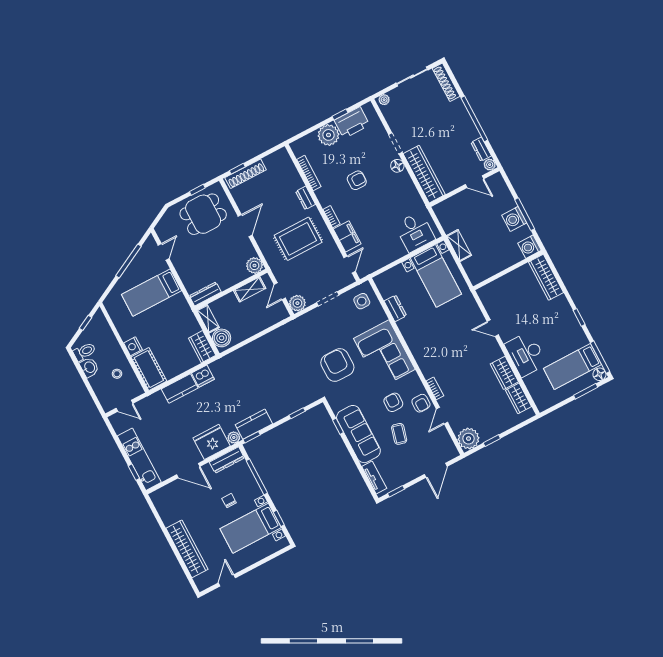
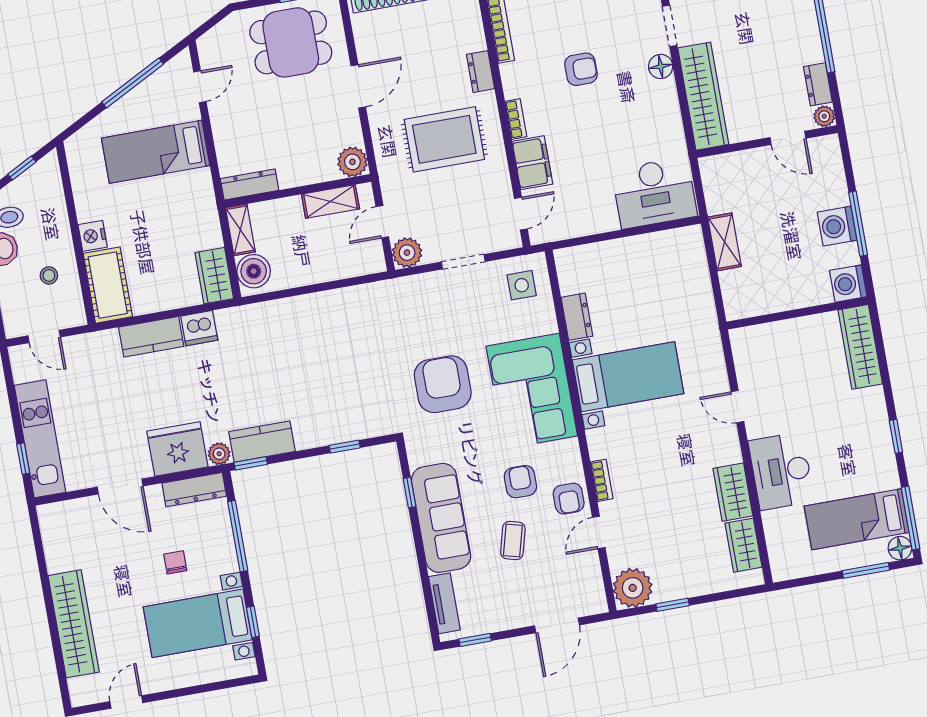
desk: (415, 232) -> (654, 193), width x1.37
bed with nightstands: (436, 276) -> (628, 377), moved, turned -90

